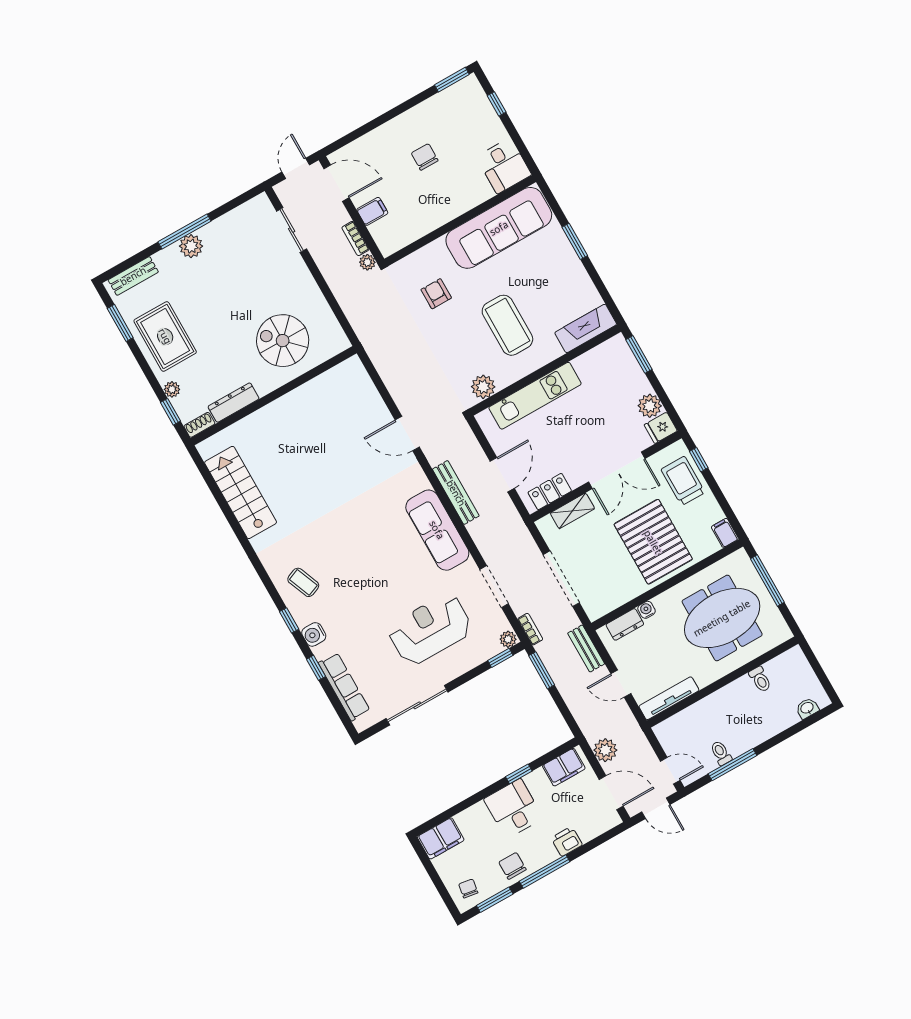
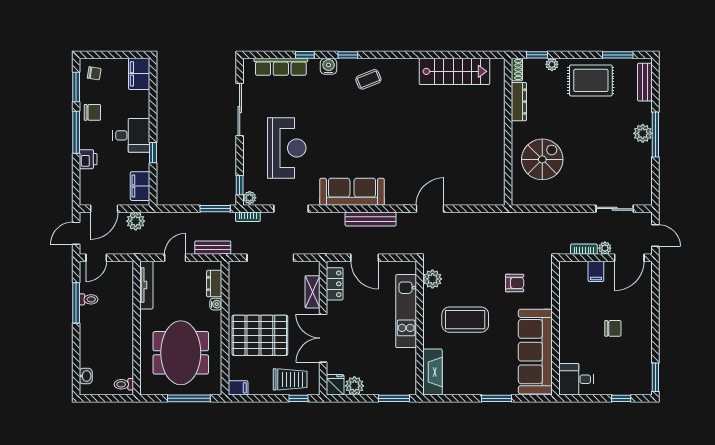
plant: (367, 262) -> (605, 248), moved
toilet: (760, 679) -> (124, 384), moved

